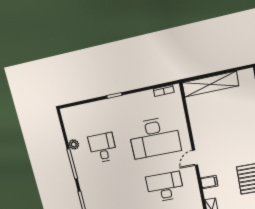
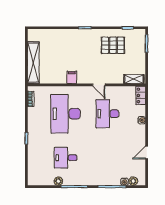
desk: (154, 138) -> (66, 114), turned 180
door: (195, 158) -> (99, 85), moved
filing cabinet: (209, 182) -> (72, 77), moved

